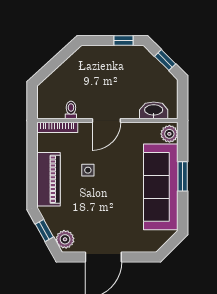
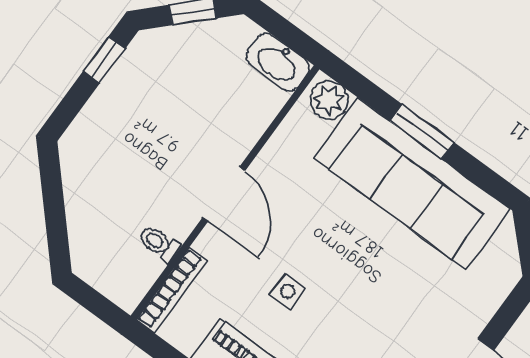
washbasin: (154, 110) -> (278, 62), moved, turned -90

